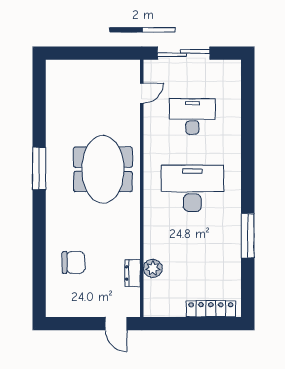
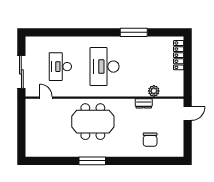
chair: (74, 262) -> (150, 140), turned 180
dresser: (133, 273) -> (144, 103), moved

